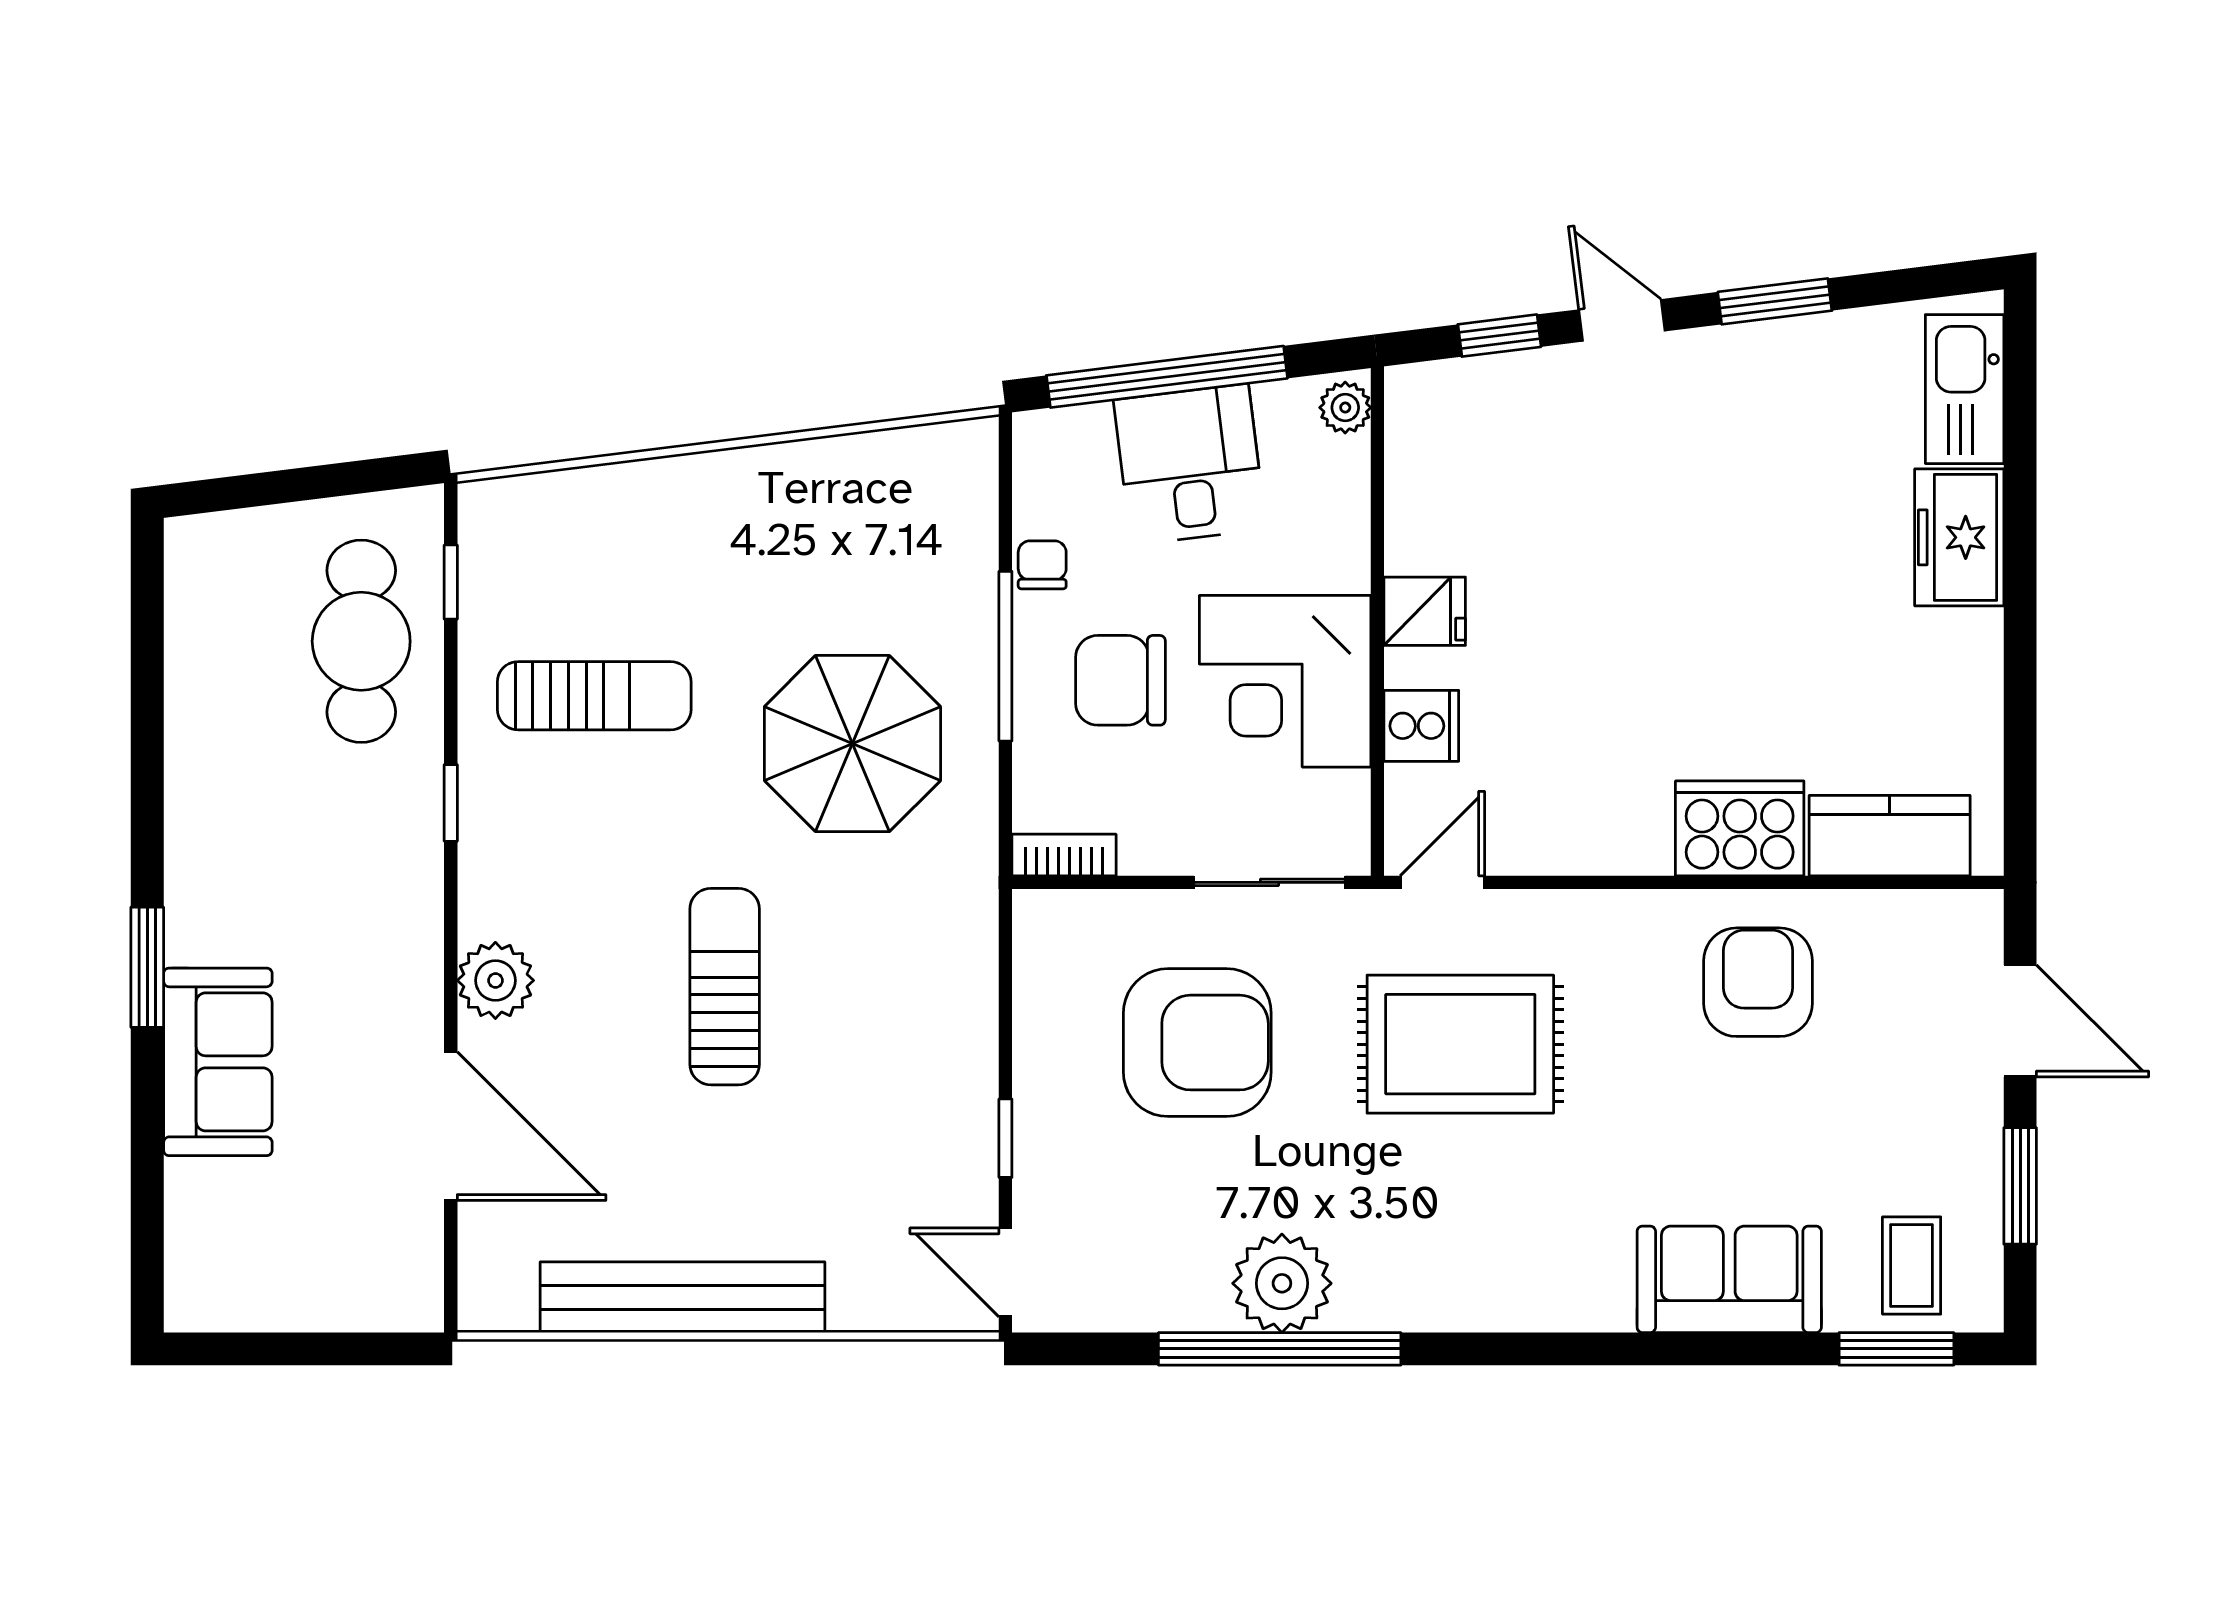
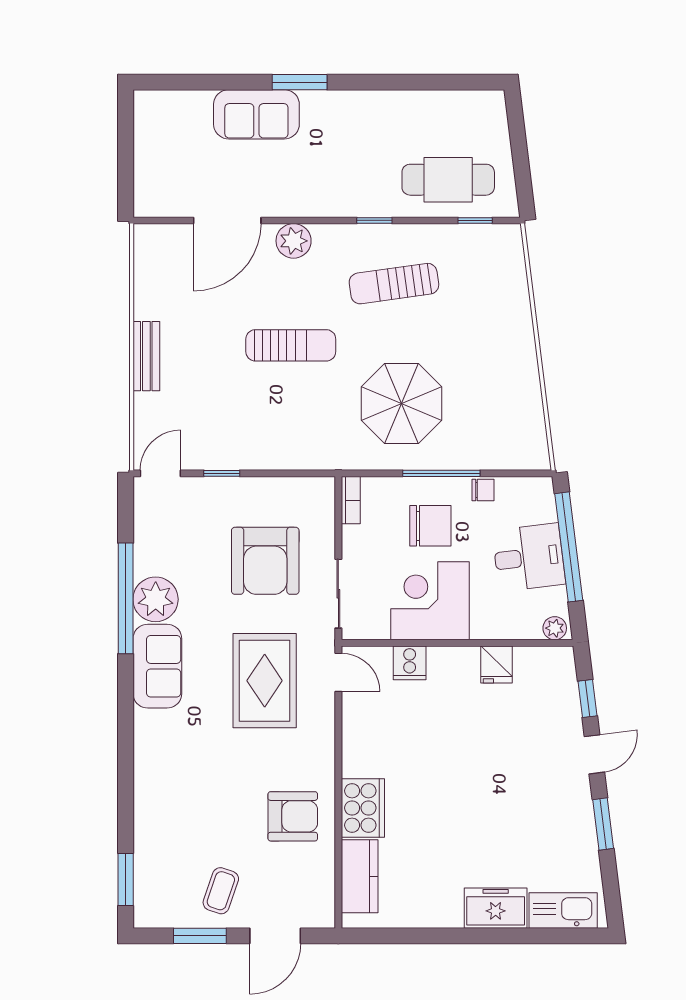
fridge: (1425, 611) -> (496, 664), moved
chair: (1120, 680) -> (430, 526), turned 90
sun lounger: (594, 696) -> (394, 284), moved, turned 82
coffee table: (1912, 1265) -> (221, 891), moved, turned -71
sofa: (1729, 1279) -> (157, 666), moved
bench: (682, 1297) -> (146, 356), width x0.54, depth x0.82

